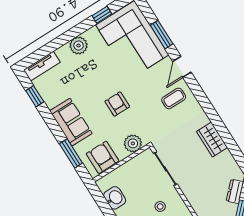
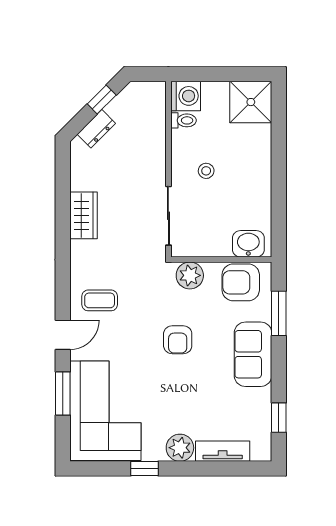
window: (102, 15) -> (144, 468), moved
tv unit: (42, 66) -> (223, 451), moved
armchair: (103, 157) -> (241, 282), turned 90
washbasin: (115, 198) -> (248, 244), moved, turned 90

